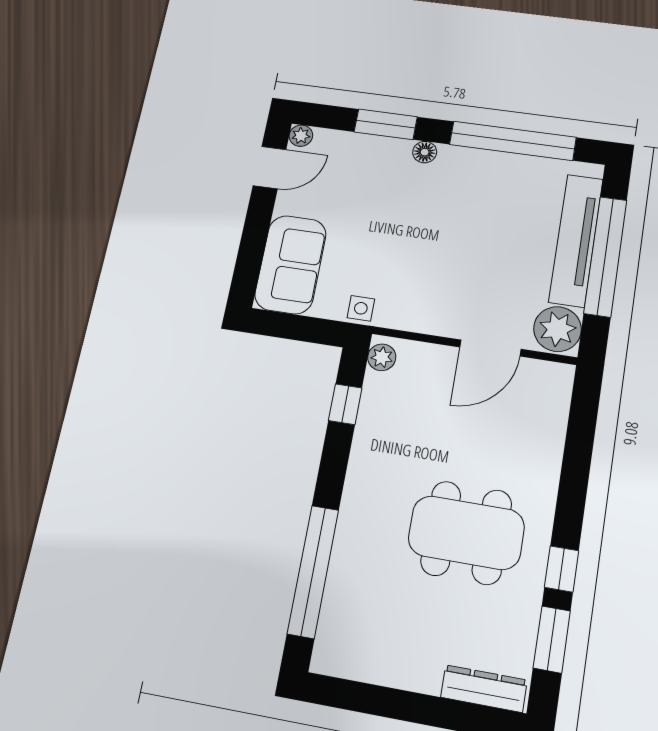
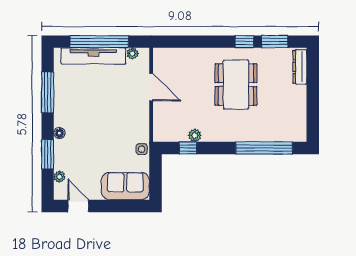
plant: (301, 136) -> (59, 177), moved
window: (513, 141) -> (48, 92), width x0.68
plant: (557, 329) -> (132, 53), width x0.53, depth x0.53
plant: (382, 357) -> (195, 135), moved

